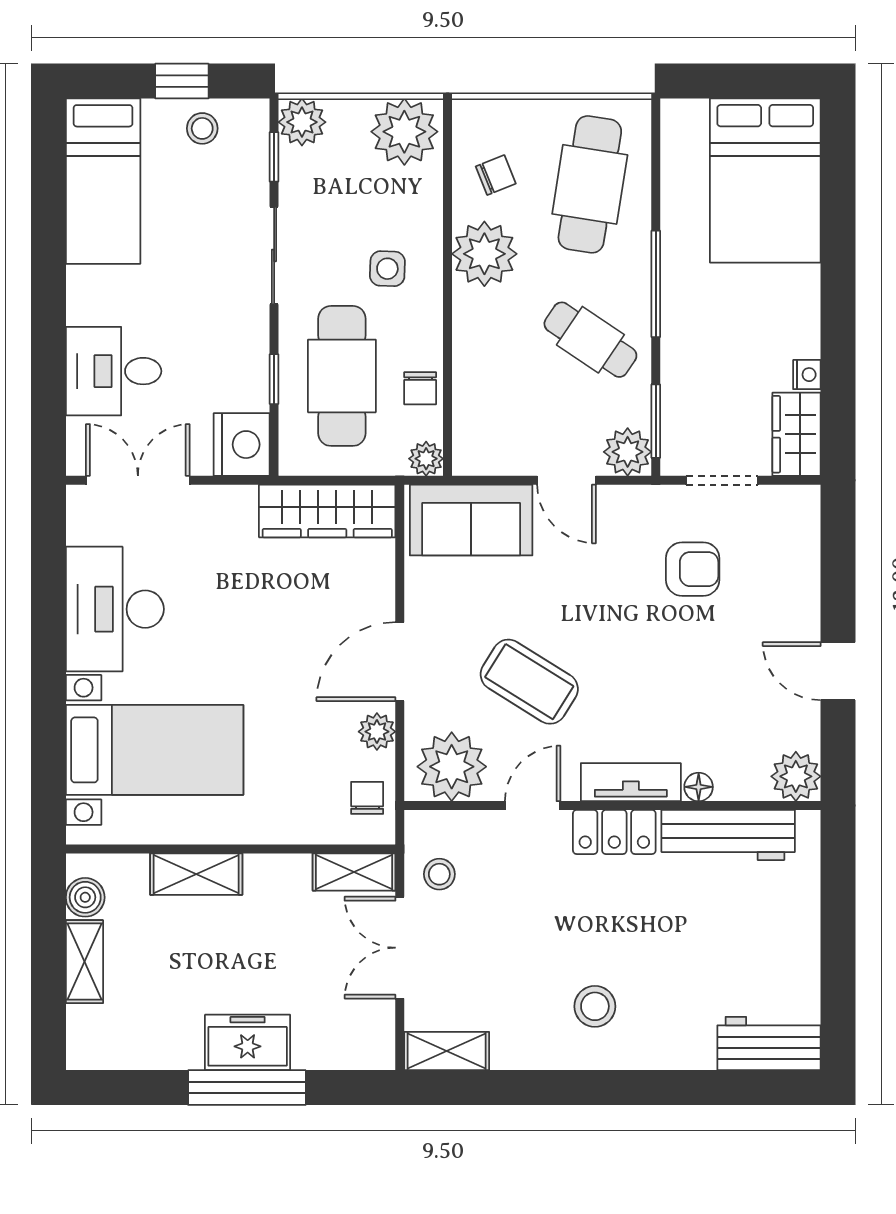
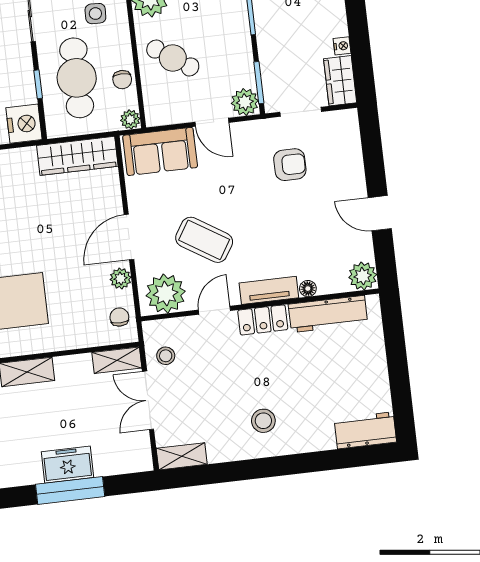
cafe table: (590, 340) -> (173, 58), moved

